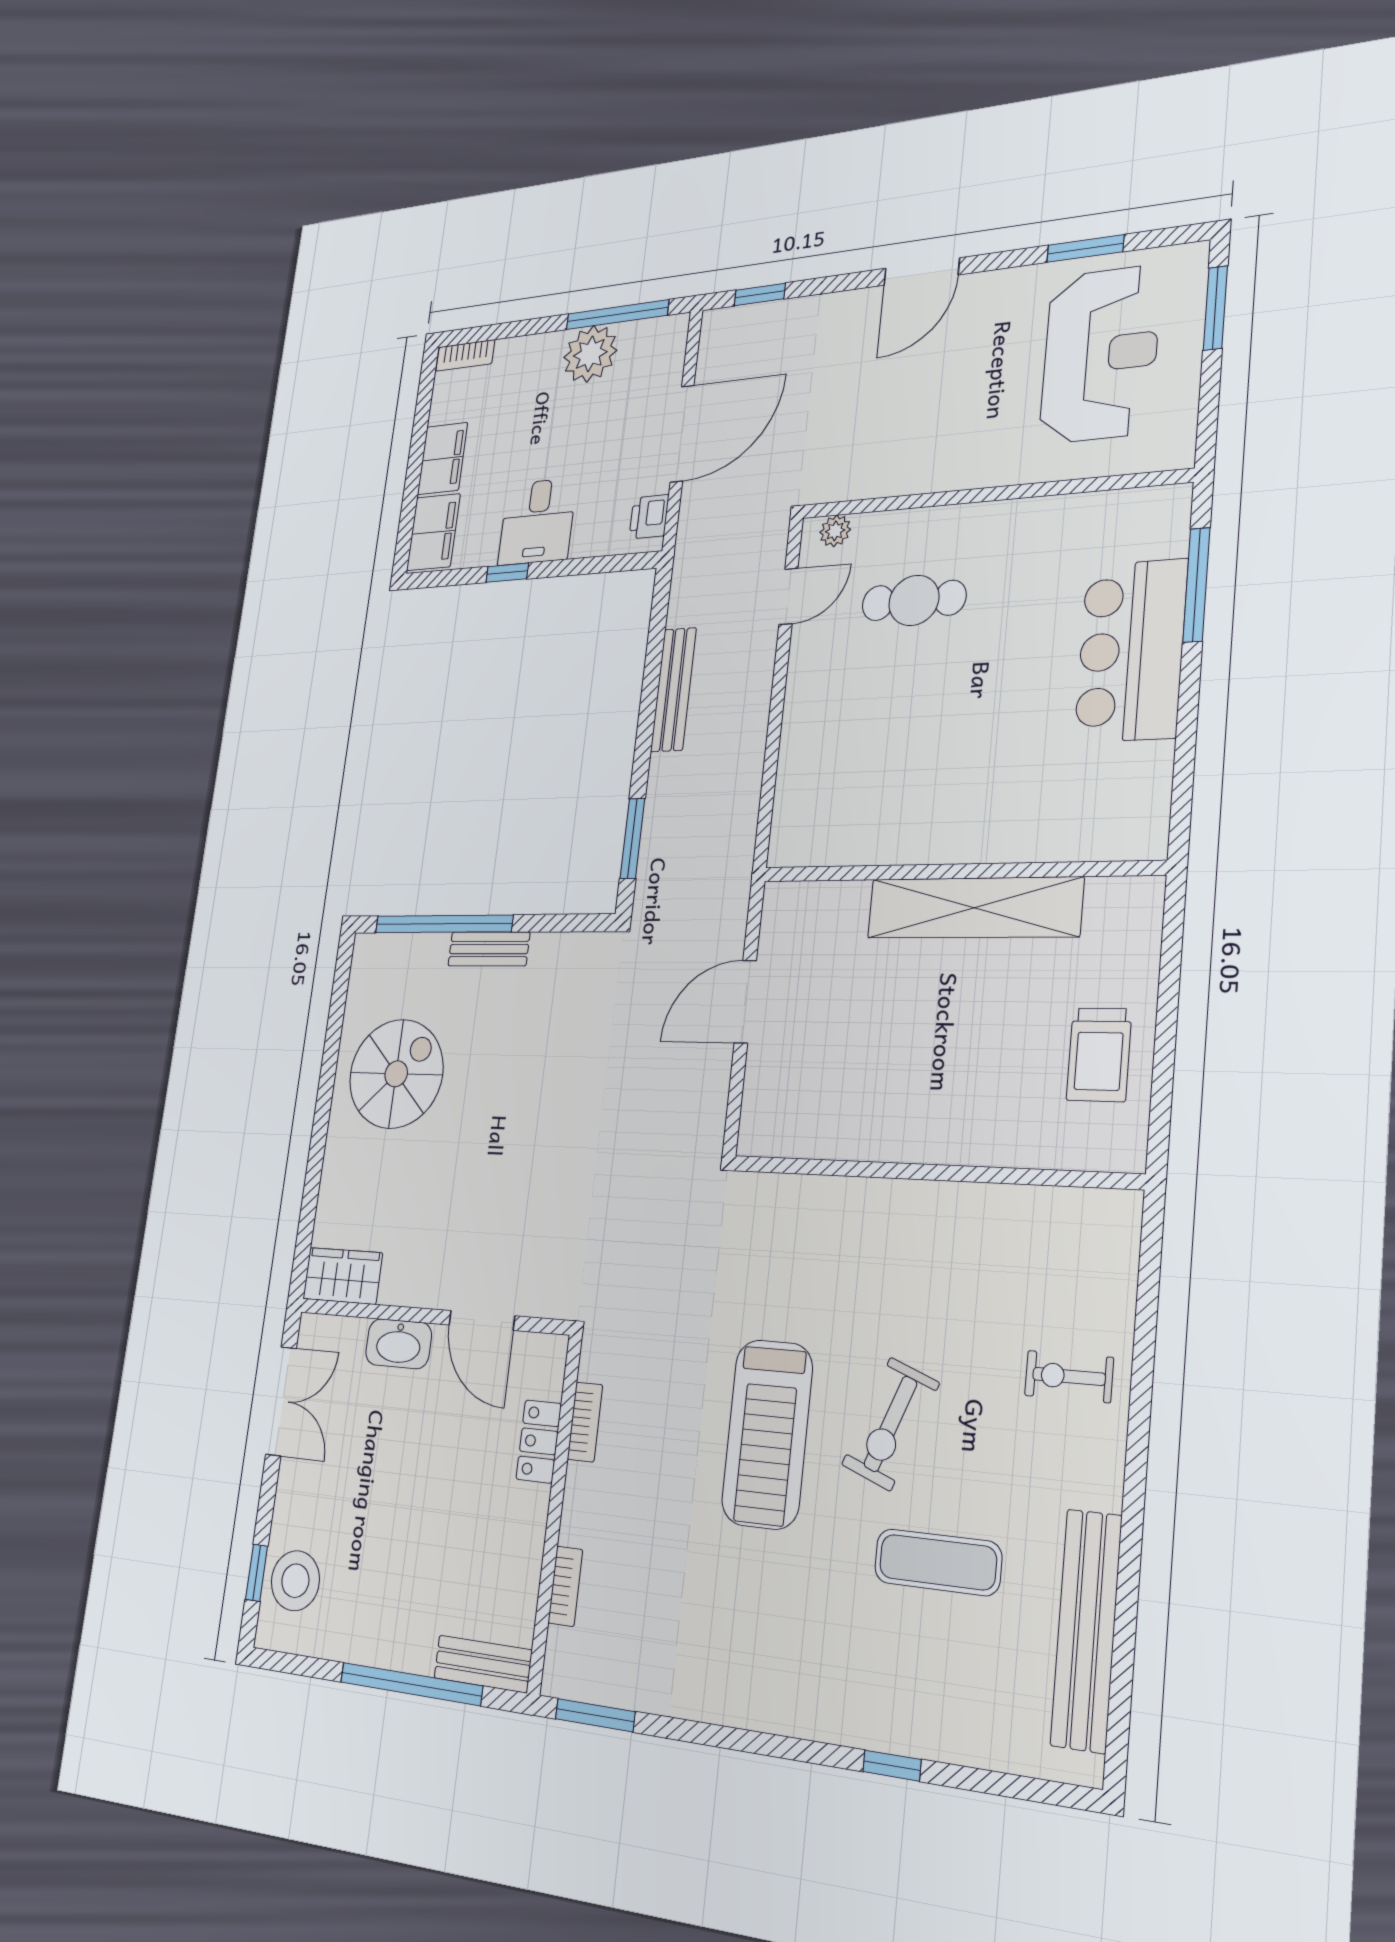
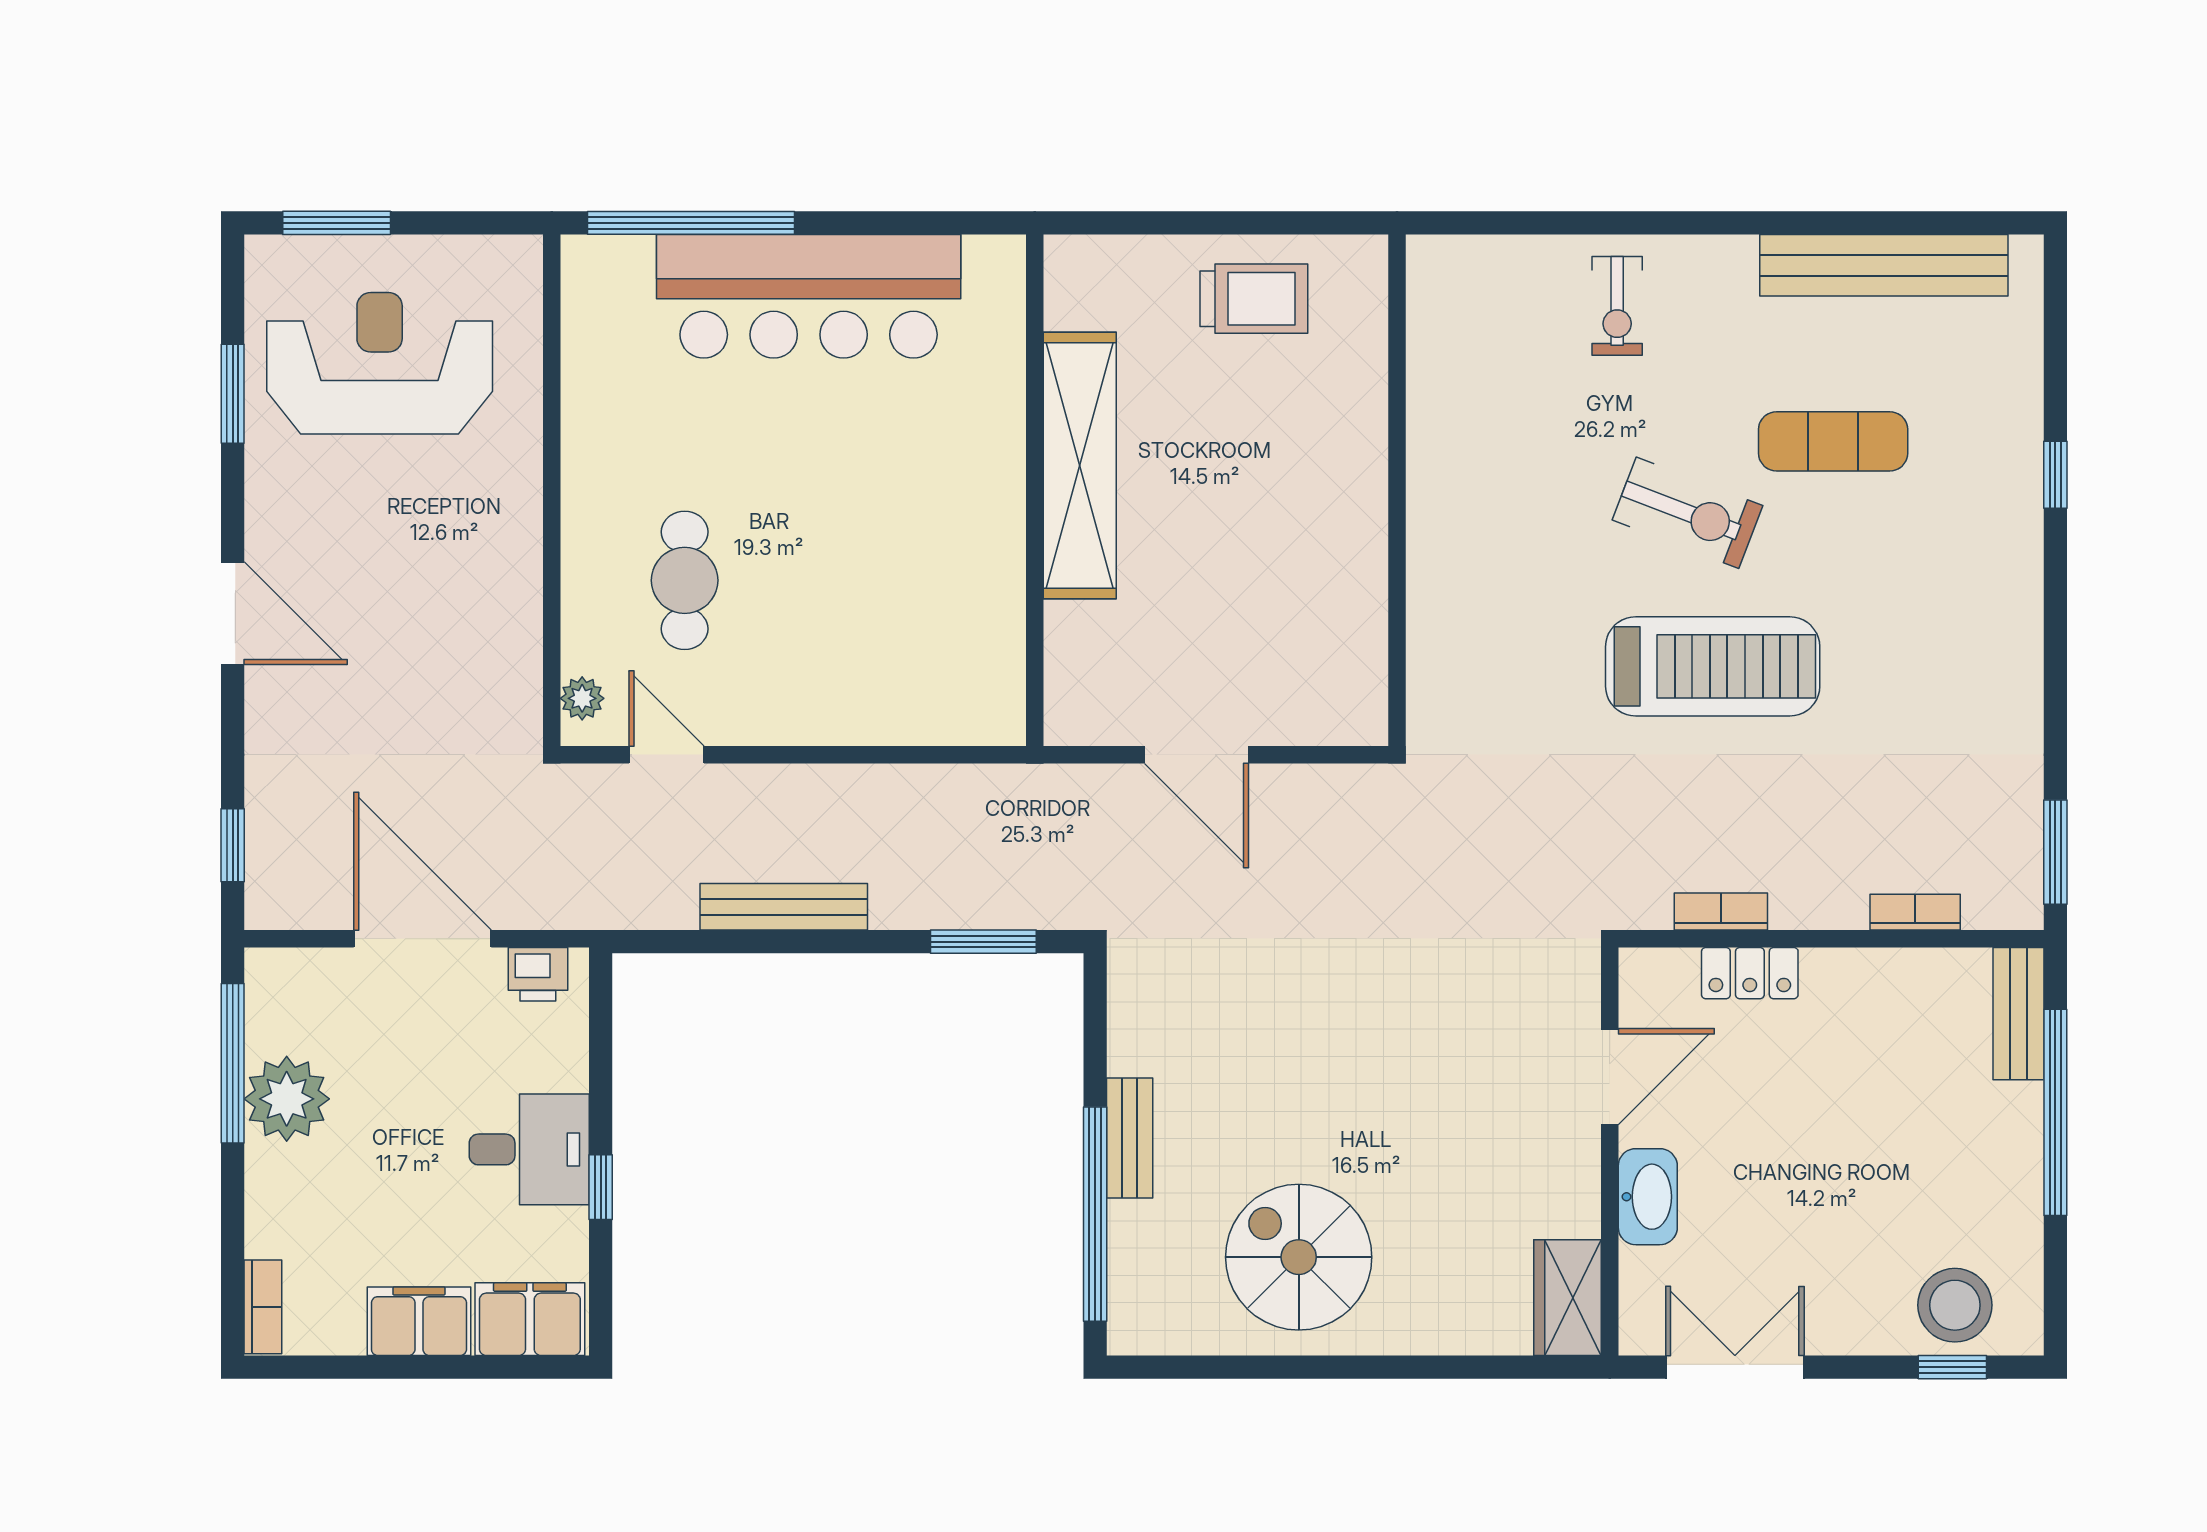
window: (1196, 585) -> (691, 223), width x1.46
bar counter: (1131, 651) -> (809, 296), width x1.36
exercise mat: (938, 1562) -> (1833, 441), turned 90

